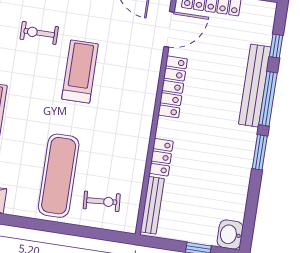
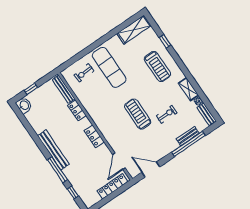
treadmill: (80, 72) -> (138, 114), turned 180
bench: (255, 86) -> (53, 150), moved
locker: (173, 87) -> (94, 136), width x0.66
window: (260, 152) -> (42, 147), removed

